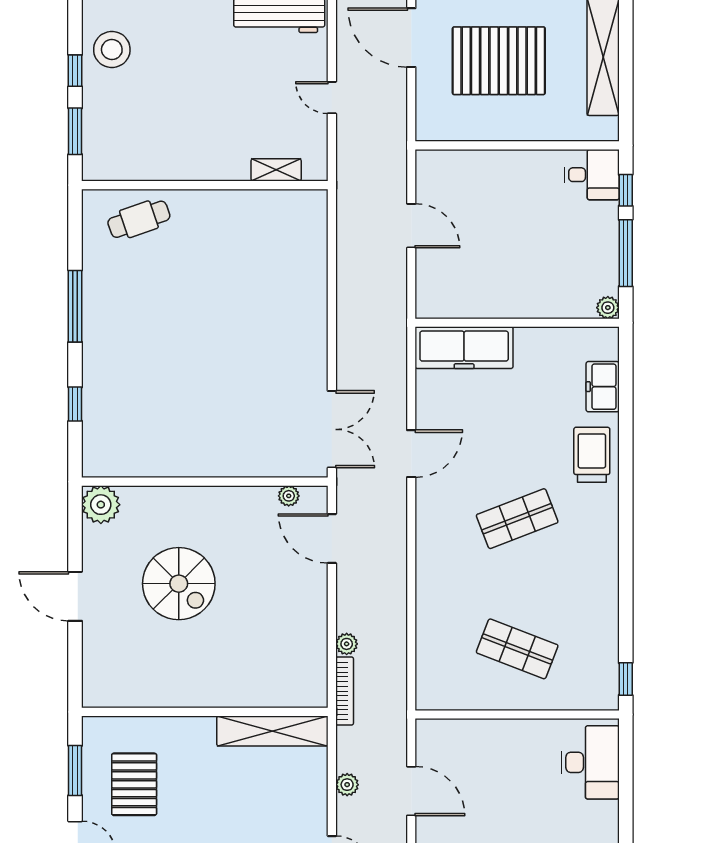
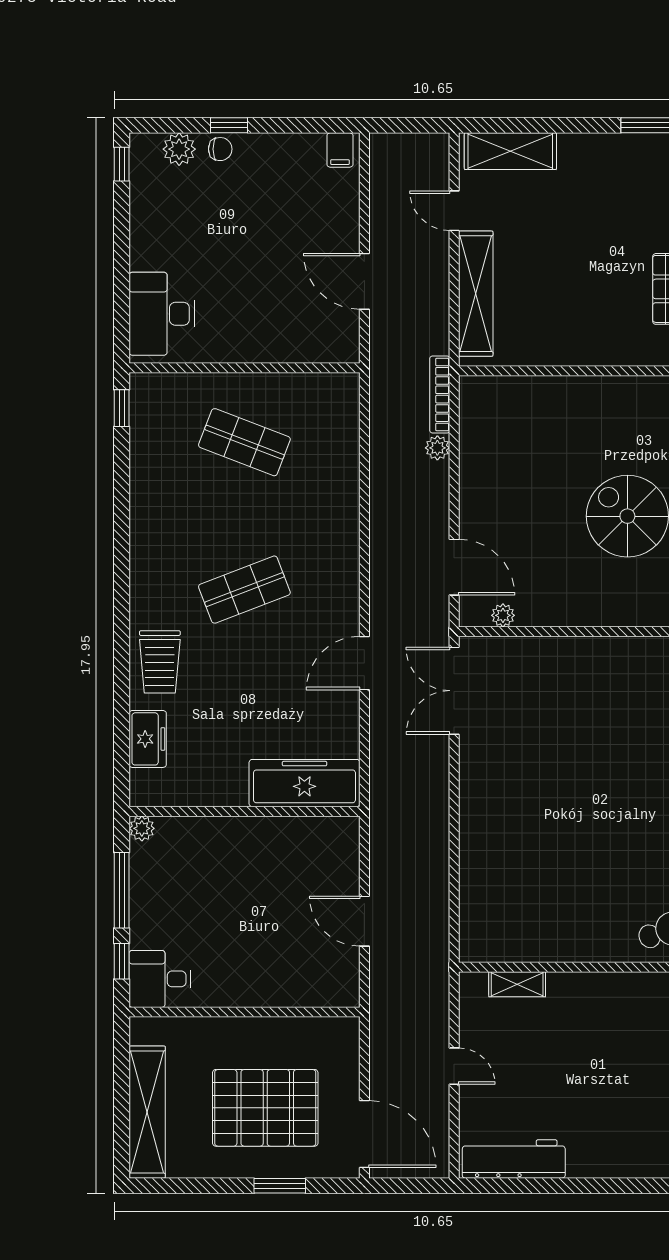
shelving: (272, 731) -> (476, 294), moved, turned 90
plant: (347, 785) -> (437, 289), removed

